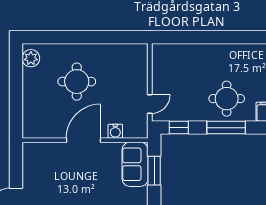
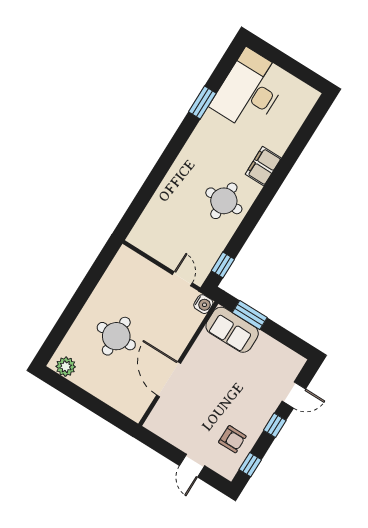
window: (226, 128) -> (252, 219), removed
water cooler: (115, 131) -> (203, 304), moved
door: (83, 140) -> (169, 379), moved

